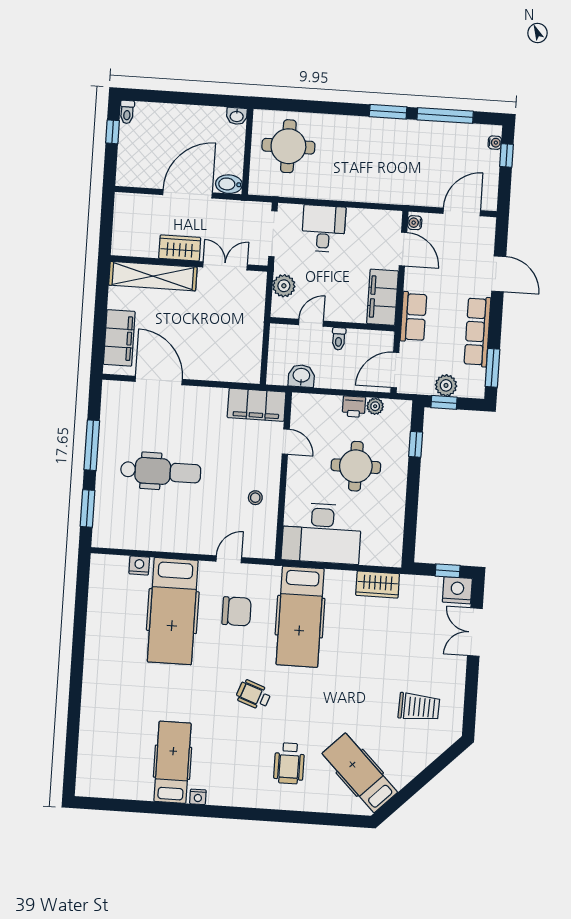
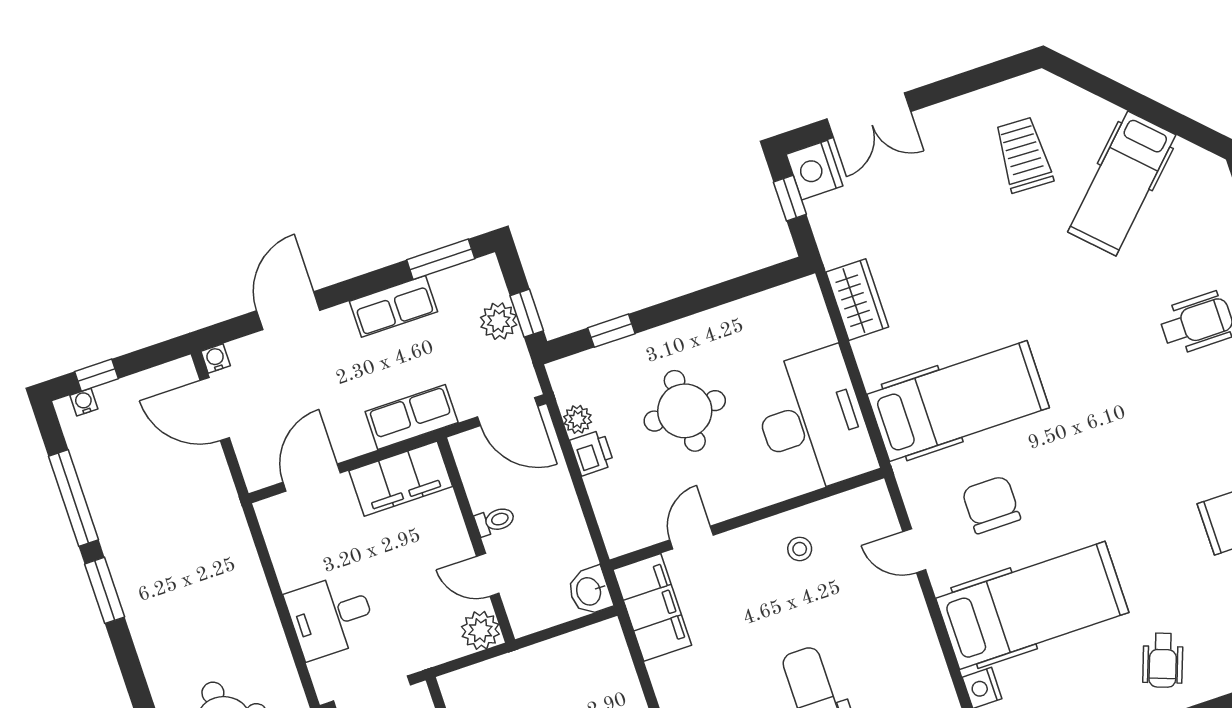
water cooler: (415, 223) -> (216, 358), moved, turned 180
plant: (284, 286) -> (480, 630), moved
row of seats: (477, 332) -> (393, 306), width x0.68
washbasin: (301, 376) -> (590, 591), moved
wheelchair: (254, 695) -> (1163, 660), moved
hospital bed: (360, 773) -> (1122, 183), moved

